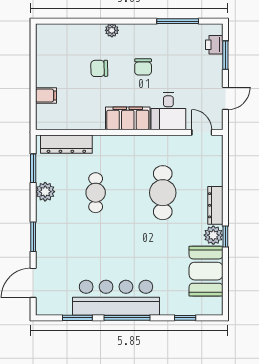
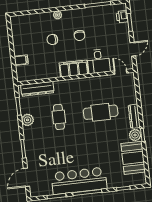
cafe table: (163, 193) -> (101, 112), turned 90

